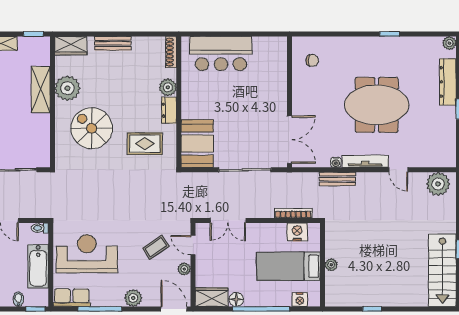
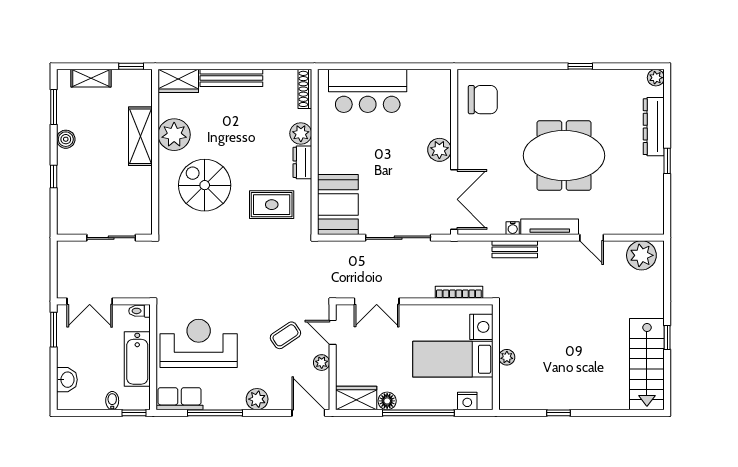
bench: (113, 43) -> (231, 78), width x1.36
chair: (312, 60) -> (483, 100), width x1.87, depth x1.87
plant: (278, 100) -> (439, 150), added
nightstand: (297, 232) -> (481, 327), moved, turned 90

